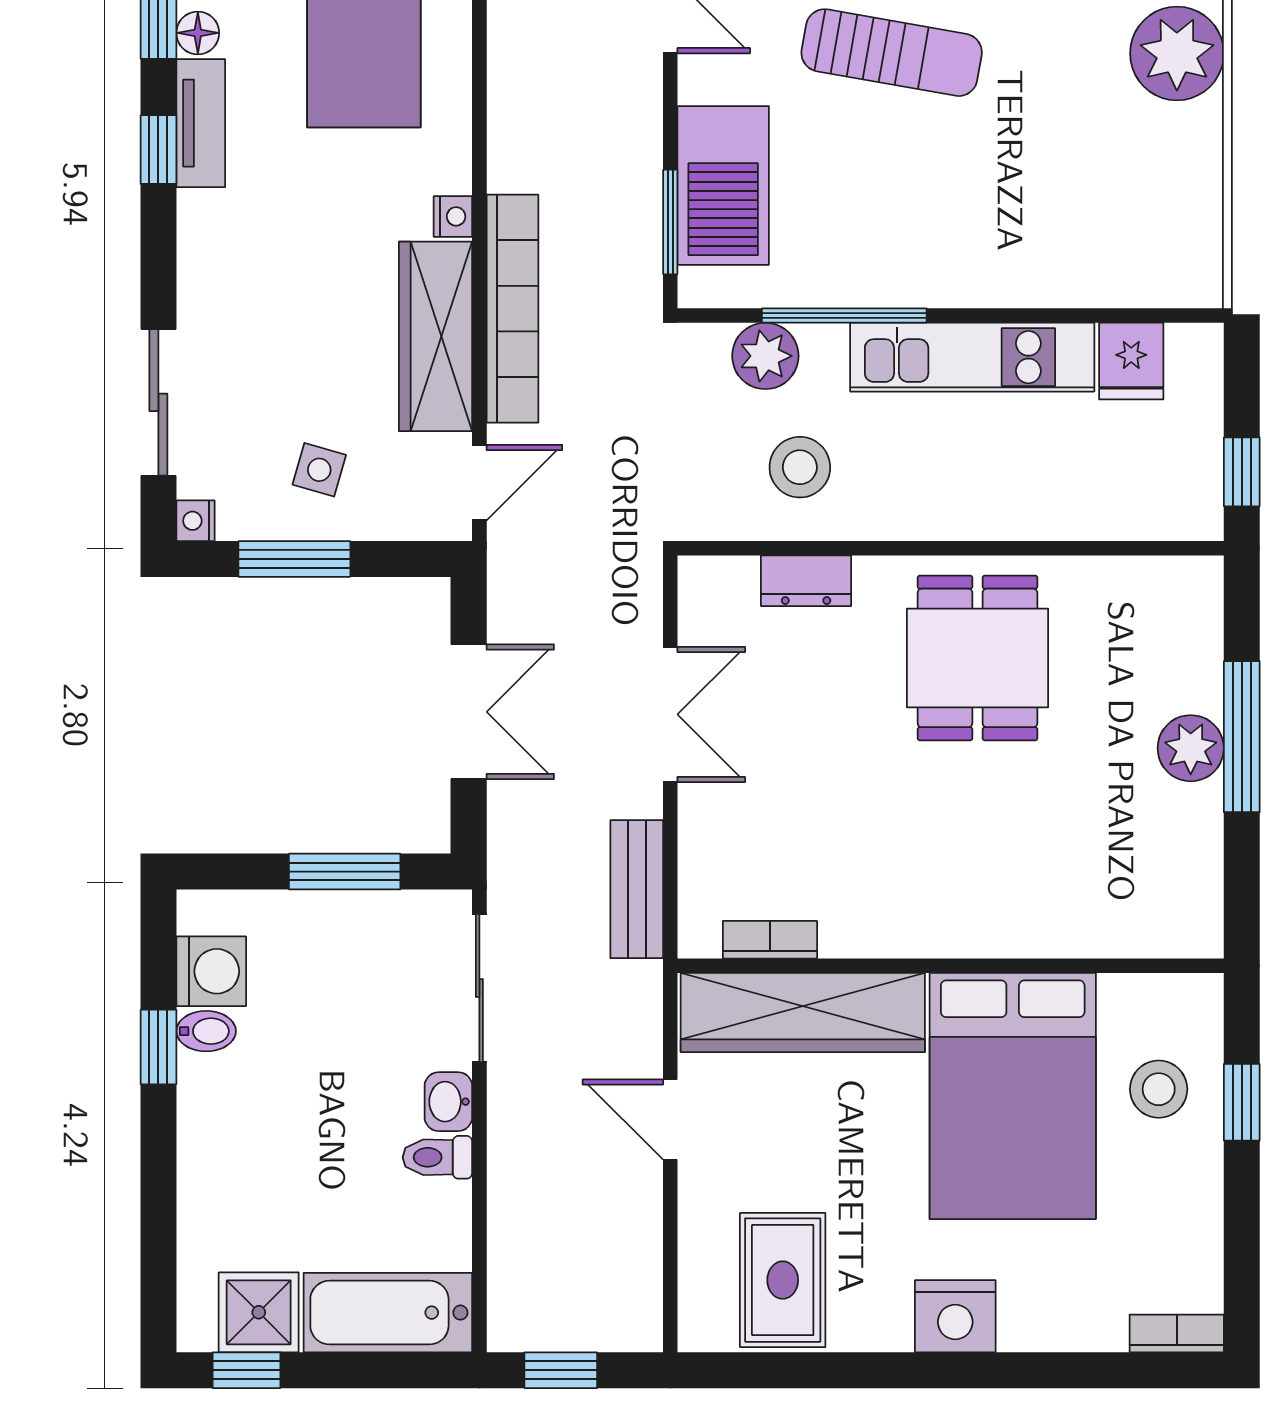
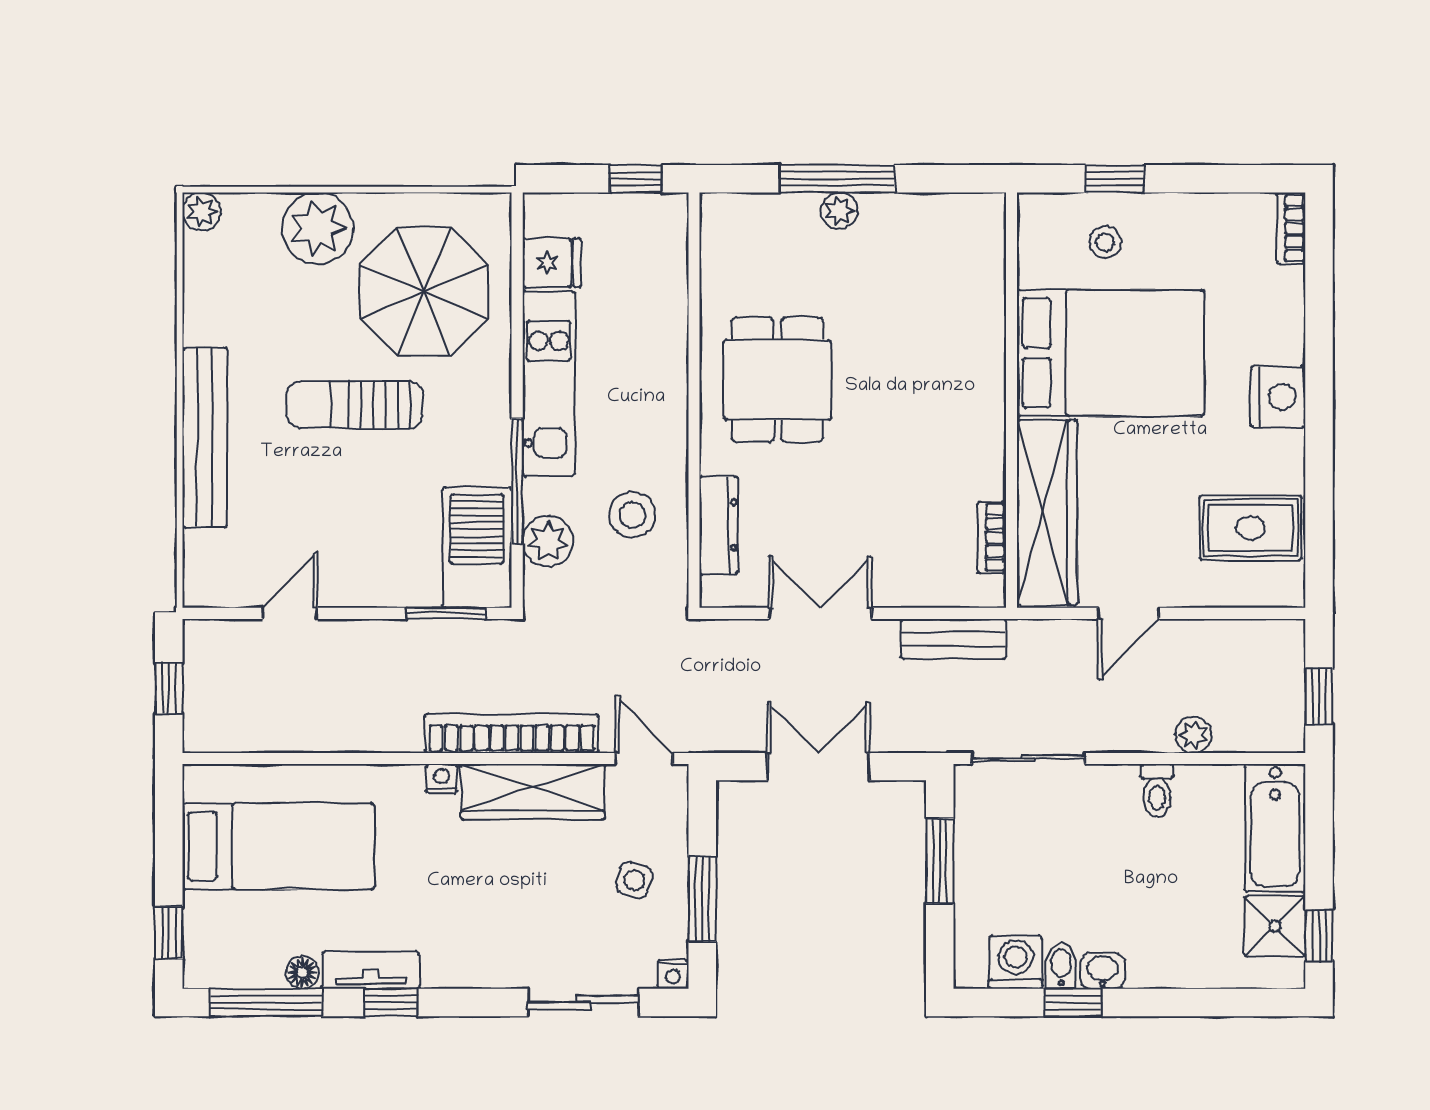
sun lounger: (892, 53) -> (355, 405), moved, turned -100
barbecue: (723, 185) -> (477, 548), moved, turned -90
parasol: (1093, 193) -> (424, 292), added
dresser: (806, 581) -> (719, 525), width x1.44
dining table: (977, 658) -> (777, 380), turned 90
plant: (1191, 748) -> (839, 211), width x0.73, depth x0.73
stool: (1159, 1089) -> (1105, 242), width x0.73, depth x0.73
washbasin: (448, 1102) -> (1103, 971), moved, turned 180
plant: (510, 1205) -> (1193, 735), added

